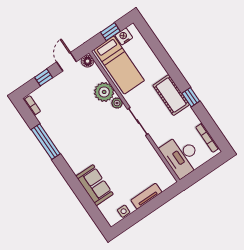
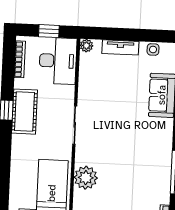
cot: (171, 95) -> (25, 112), moved
plant: (117, 103) -> (86, 46), moved
window: (202, 171) -> (49, 31), added

